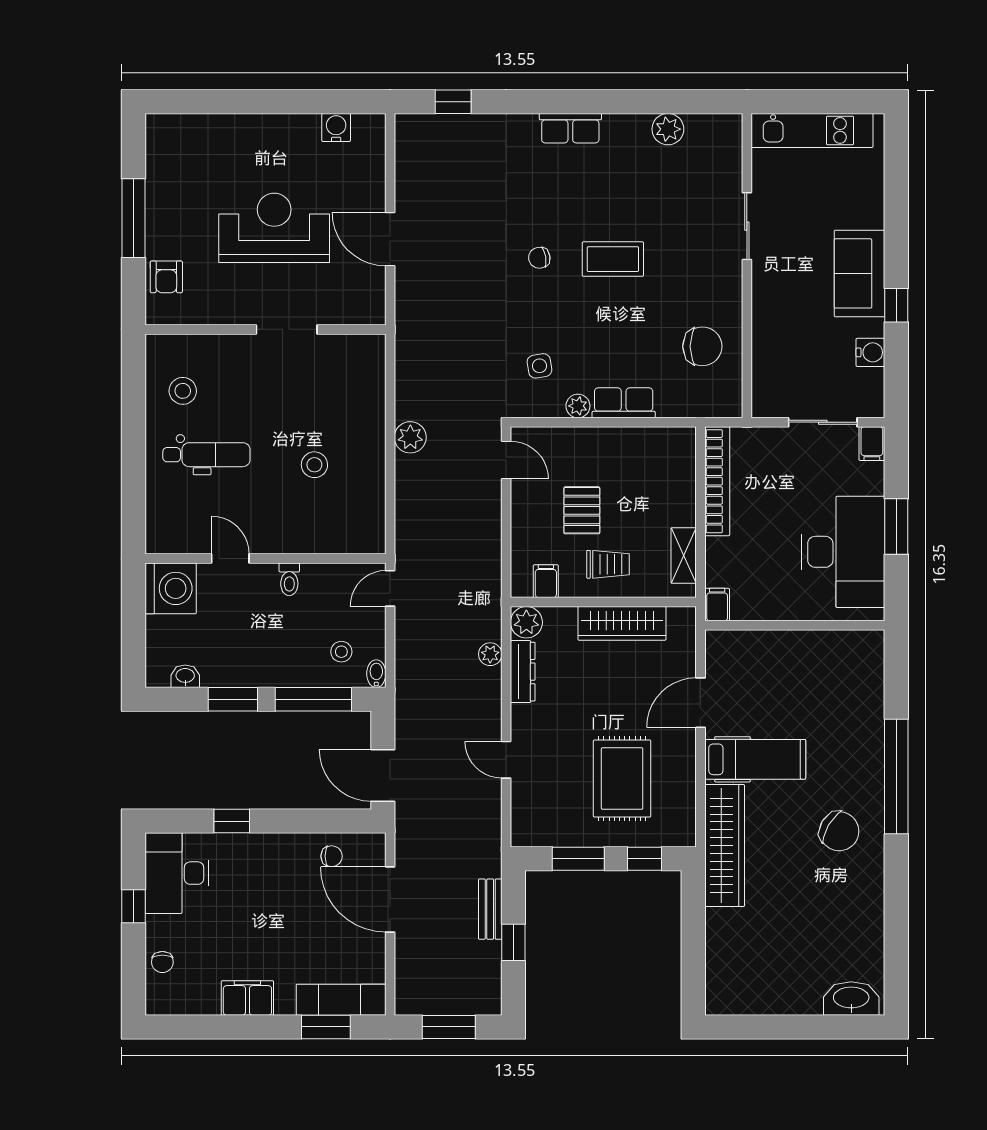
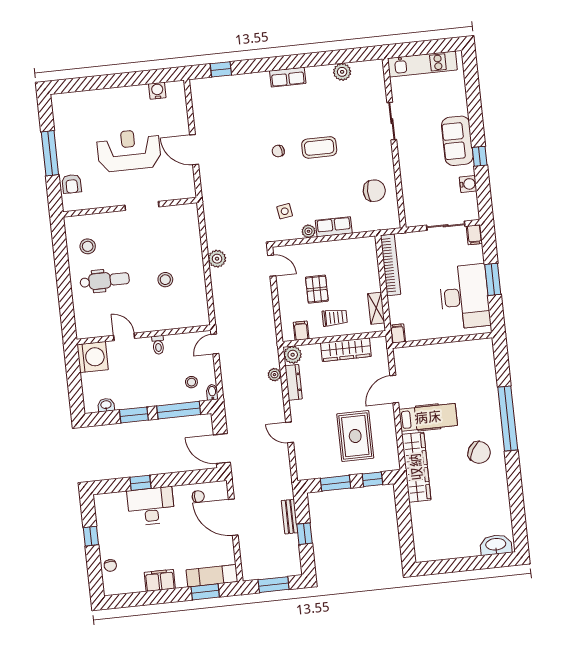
desk: (177, 873) -> (151, 506), moved, turned 90

